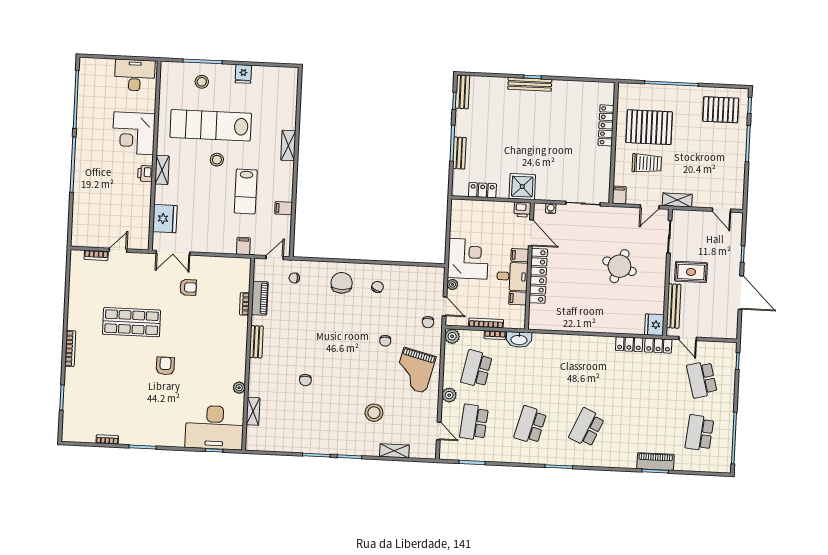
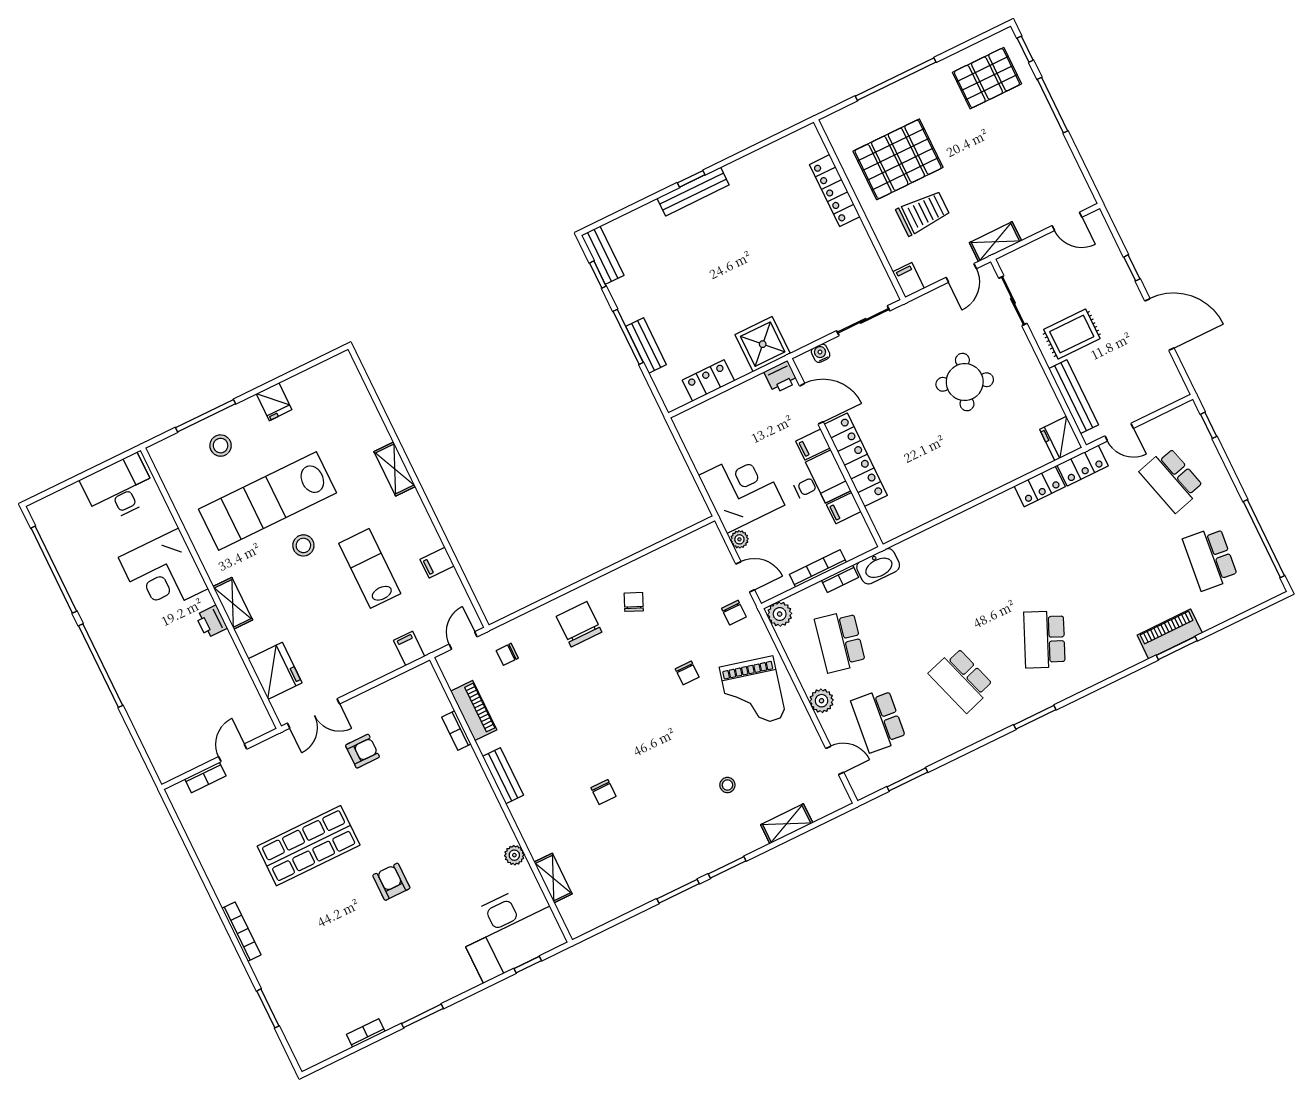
lab bench: (246, 191) -> (370, 568), turned 180
stool: (374, 413) -> (727, 785), width x0.53, depth x0.53
school desk: (530, 425) -> (961, 680), turned -33

